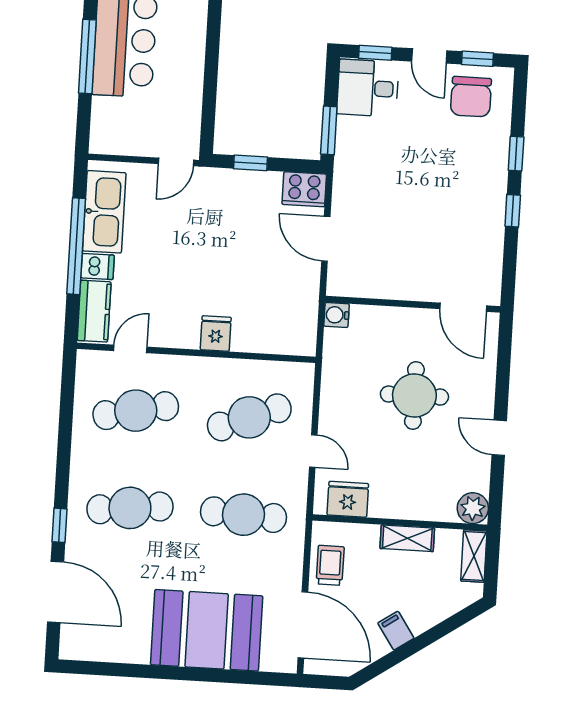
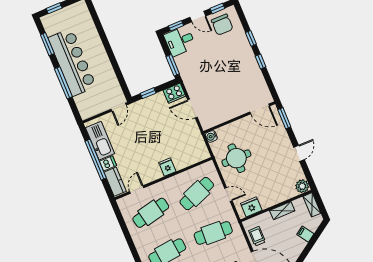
window: (504, 351) -> (284, 118), added
round table: (414, 396) -> (236, 158), moved
door: (499, 438) -> (299, 153), swing flipped
filing cabinet: (396, 631) -> (305, 234), moved

